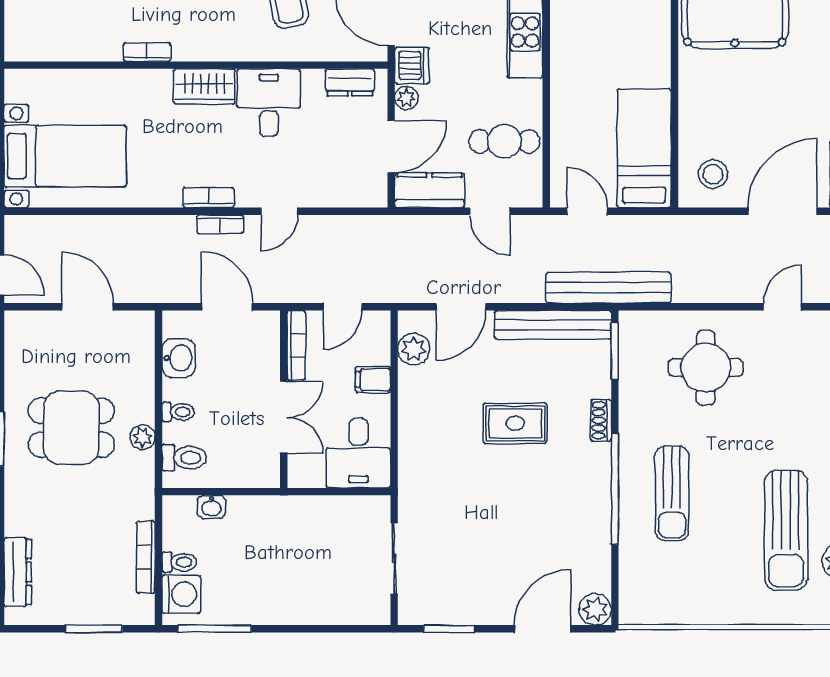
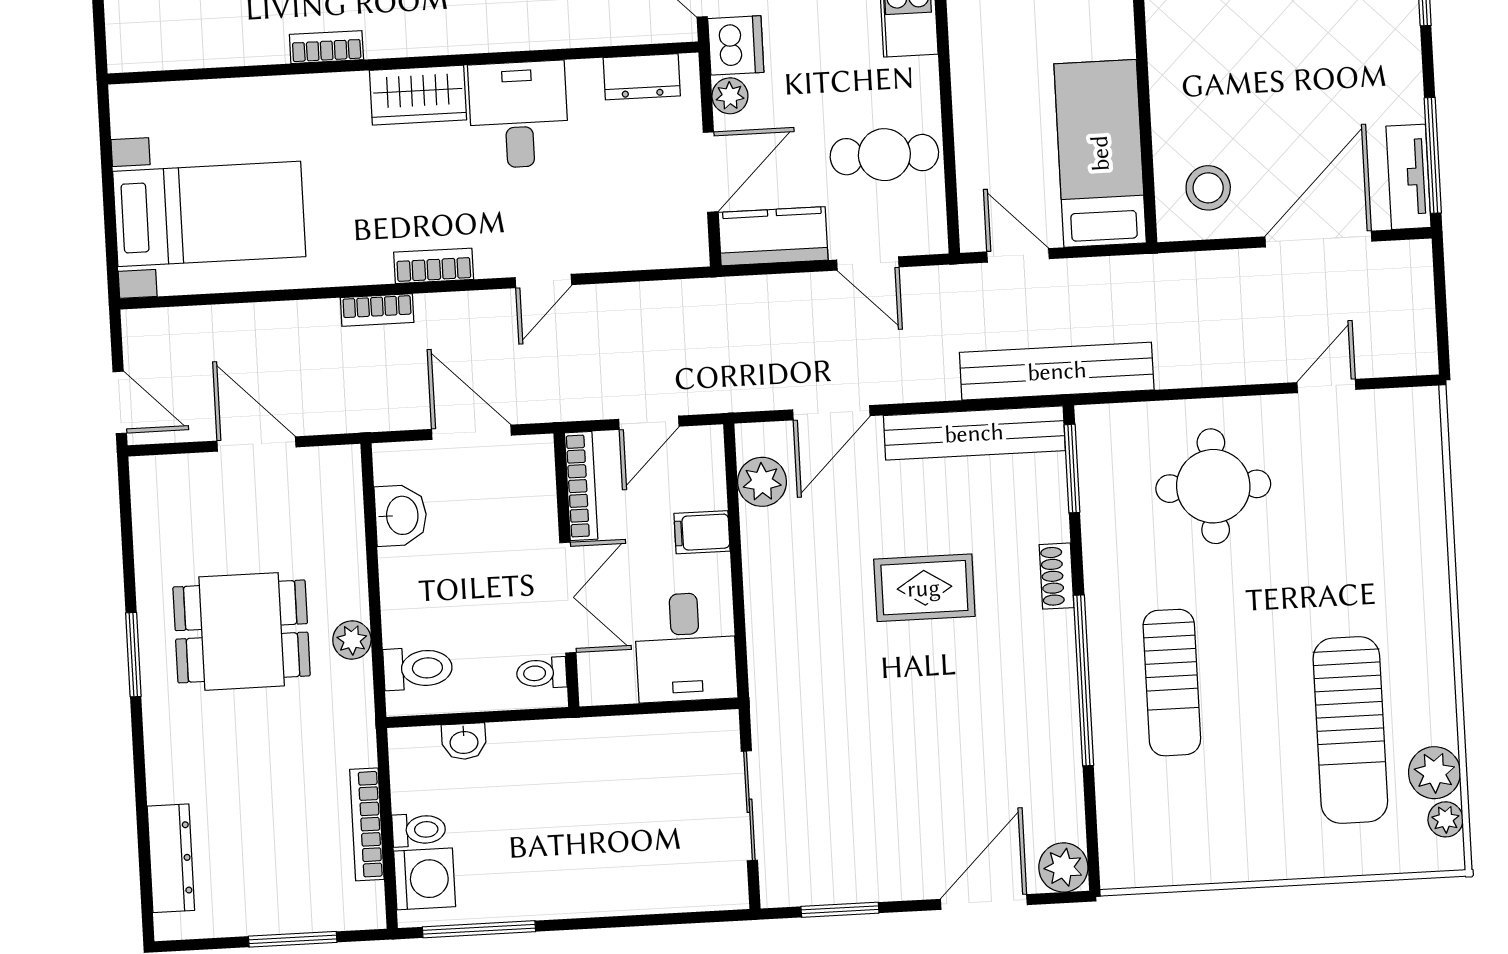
bookcase: (220, 224) -> (377, 310), moved
toilet: (178, 412) -> (542, 673), moved, turned 180

